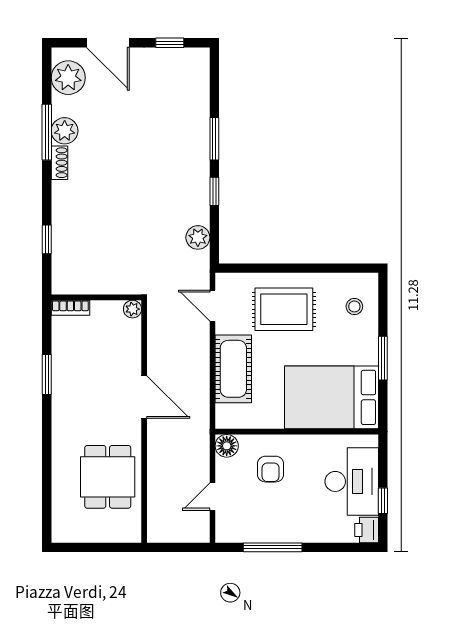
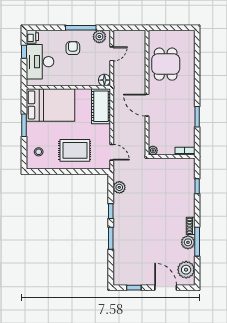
cot: (233, 369) -> (101, 106), moved
armchair: (271, 469) -> (73, 48), moved
plant: (236, 530) -> (99, 37), added

